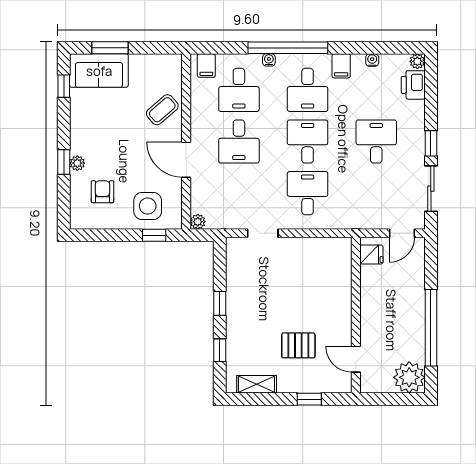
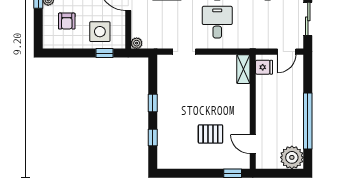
armchair: (103, 192) -> (67, 21), turned 180
shelving: (257, 384) -> (243, 69), moved, turned 90
window: (309, 399) -> (233, 173), moved

